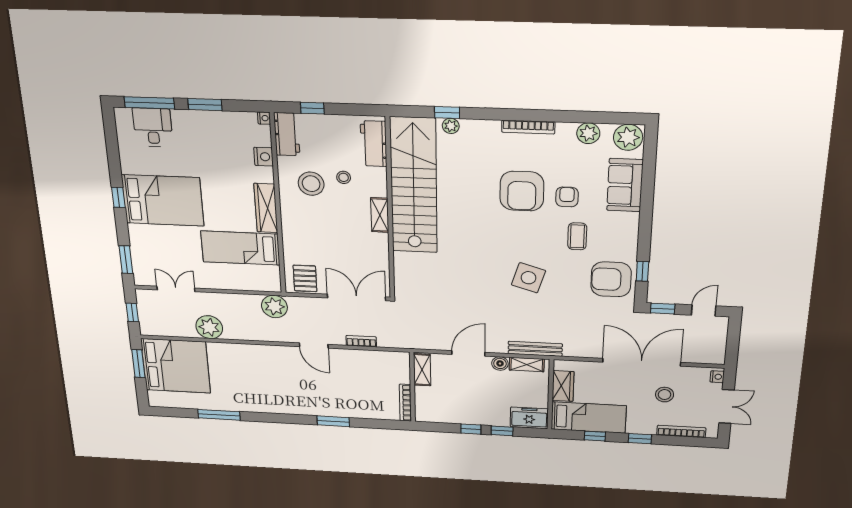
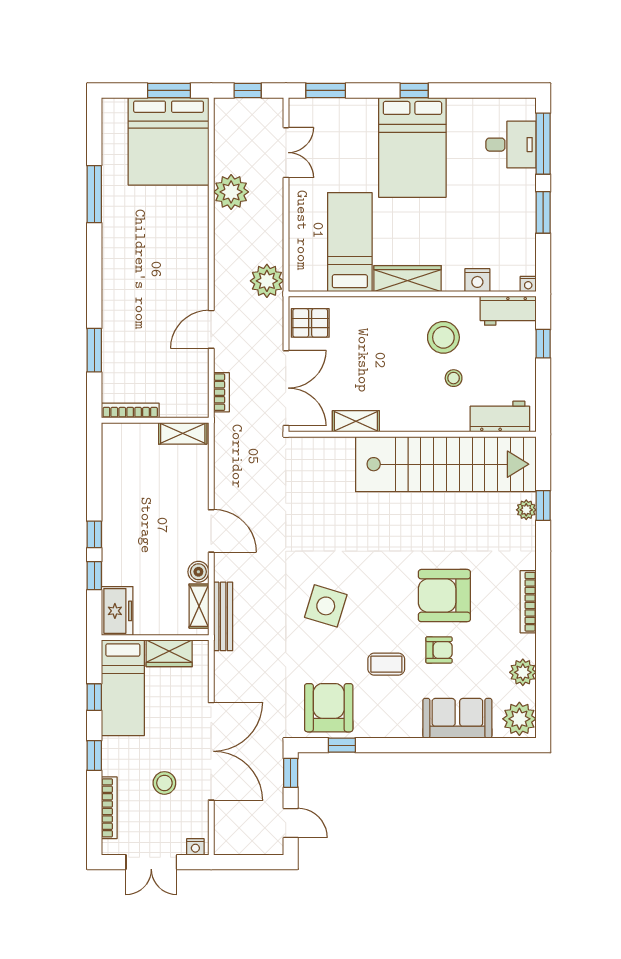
shelving: (380, 215) -> (356, 421), moved
shelving: (422, 370) -> (183, 433), moved
wall: (412, 387) -> (155, 420), moved
bookcase: (405, 403) -> (130, 410), moved

